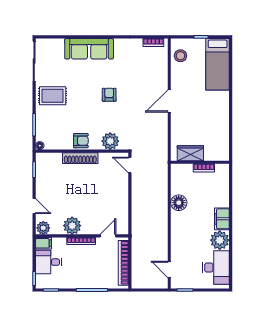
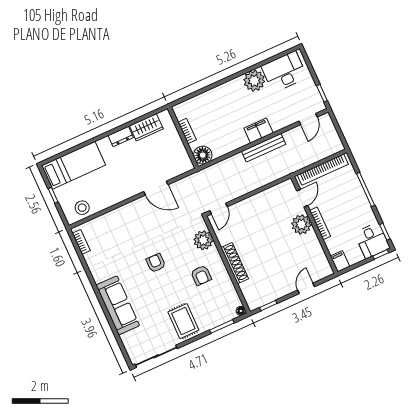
armchair: (109, 95) -> (156, 263), turned 90
door: (169, 101) -> (156, 188), moved
dresser: (224, 113) -> (121, 136), added
armchair: (81, 141) -> (201, 275), moved, turned 180
wardrobe: (190, 153) -> (146, 127), moved, turned -90
floor lamp: (179, 203) -> (203, 155), moved
filing cabinet: (222, 219) -> (259, 131), moved, turned 180
bench: (162, 223) -> (264, 148), added
plant: (72, 226) -> (301, 224), moved
plant: (43, 228) -> (324, 269), removed
door: (108, 236) -> (302, 198), swing flipped
desk: (48, 262) -> (372, 241), moved

